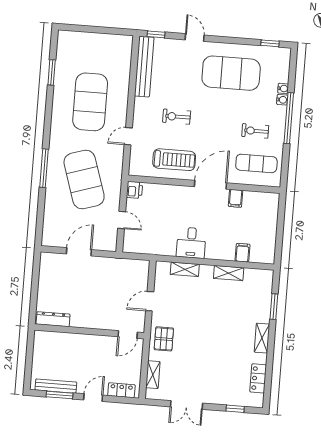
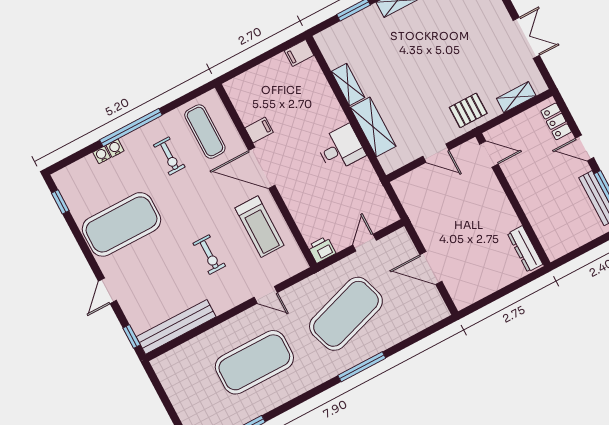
exercise mat: (231, 73) -> (121, 224), turned 90
treadmill: (174, 160) -> (259, 227), turned 180
filing cabinet: (242, 253) -> (299, 53), moved
shelving: (185, 269) -> (373, 127), width x1.50, depth x1.33

